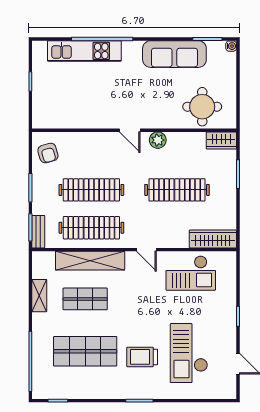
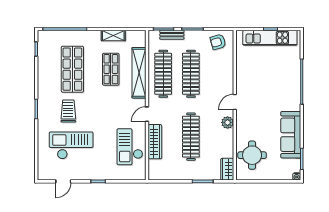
kitchen unit: (84, 51) -> (270, 38), moved, turned -90
bench: (38, 232) -> (172, 35), moved
wardrobe: (213, 239) -> (155, 142), moved

